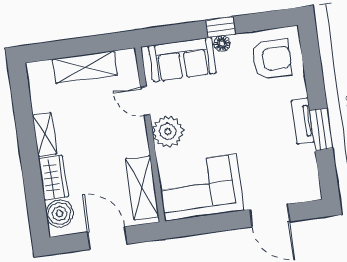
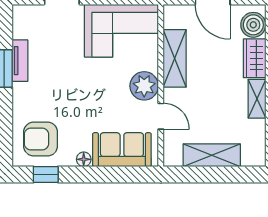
window: (221, 27) -> (46, 175), moved
tv unit: (303, 121) -> (20, 61), moved
shelving: (142, 188) -> (175, 58), moved

